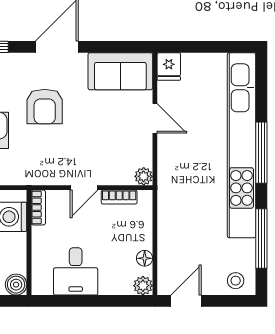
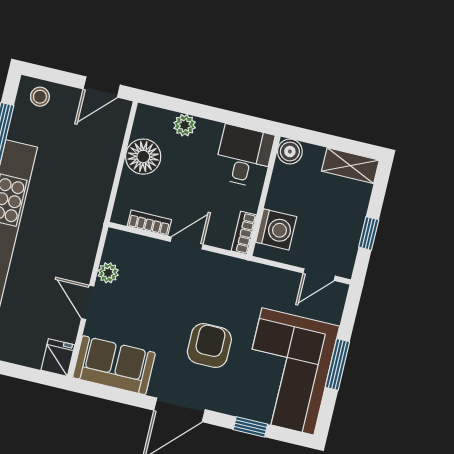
plant: (144, 176) -> (108, 273), moved
floor lamp: (145, 258) -> (143, 157), width x1.89, depth x1.89
desk: (76, 271) -> (244, 156), moved
plant: (143, 286) -> (185, 125), moved

